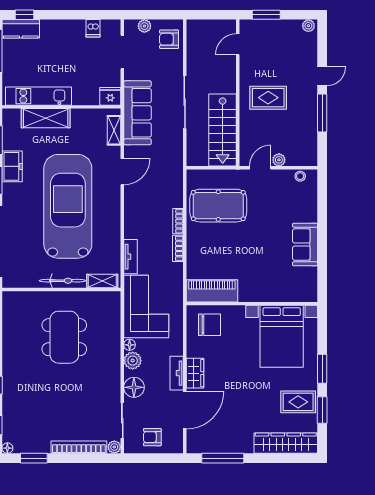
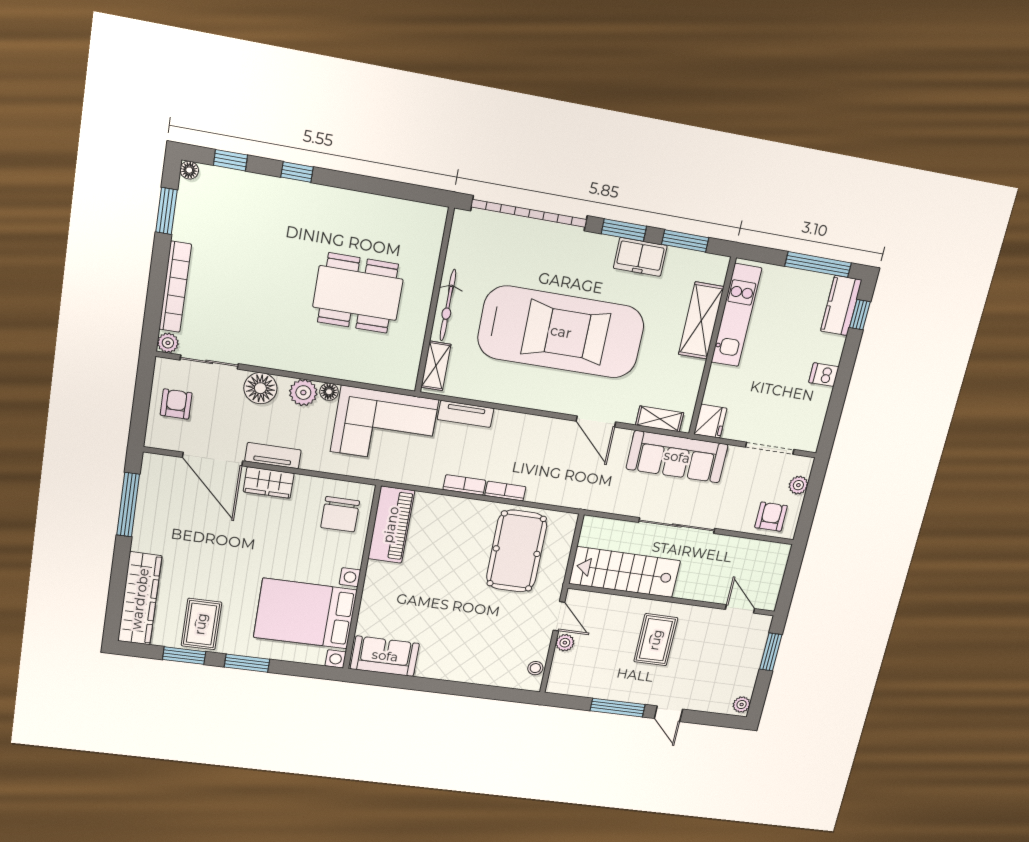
dishwasher: (93, 28) -> (824, 375), moved
sofa: (305, 244) -> (385, 656), moved

